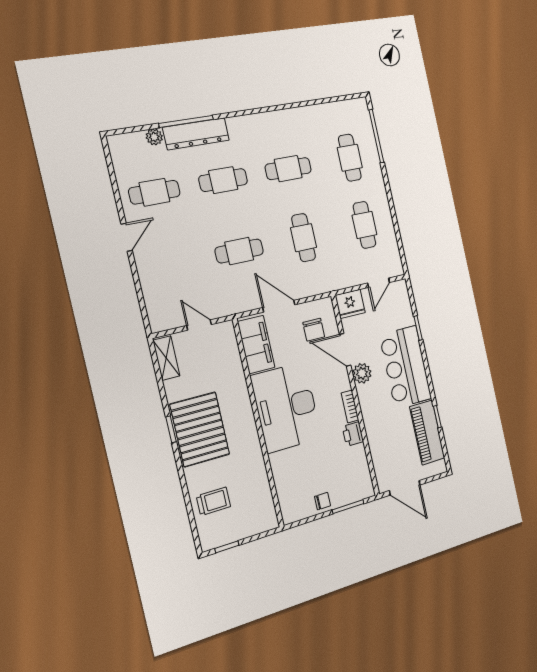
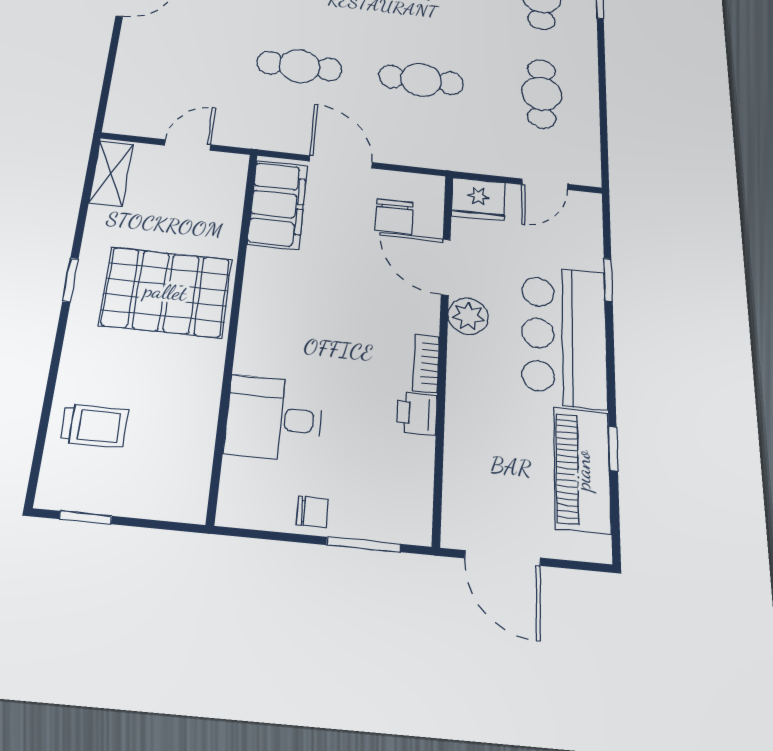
cafe table: (304, 238) -> (421, 80), turned 90
door: (199, 325) -> (188, 145), hinge flipped
desk: (286, 407) -> (274, 418), moved, width x0.53, depth x0.77
pallet: (200, 429) -> (166, 292), moved, turned 90

